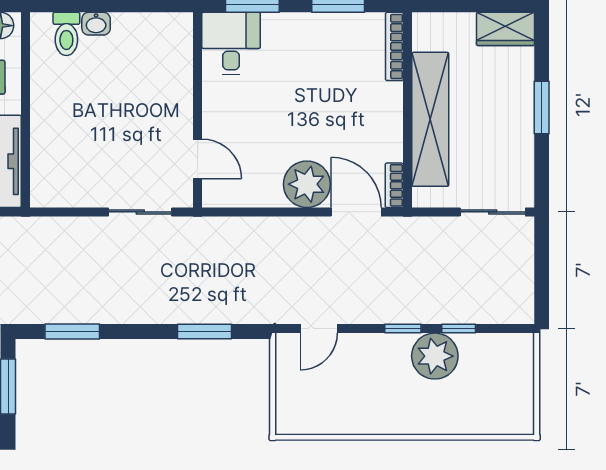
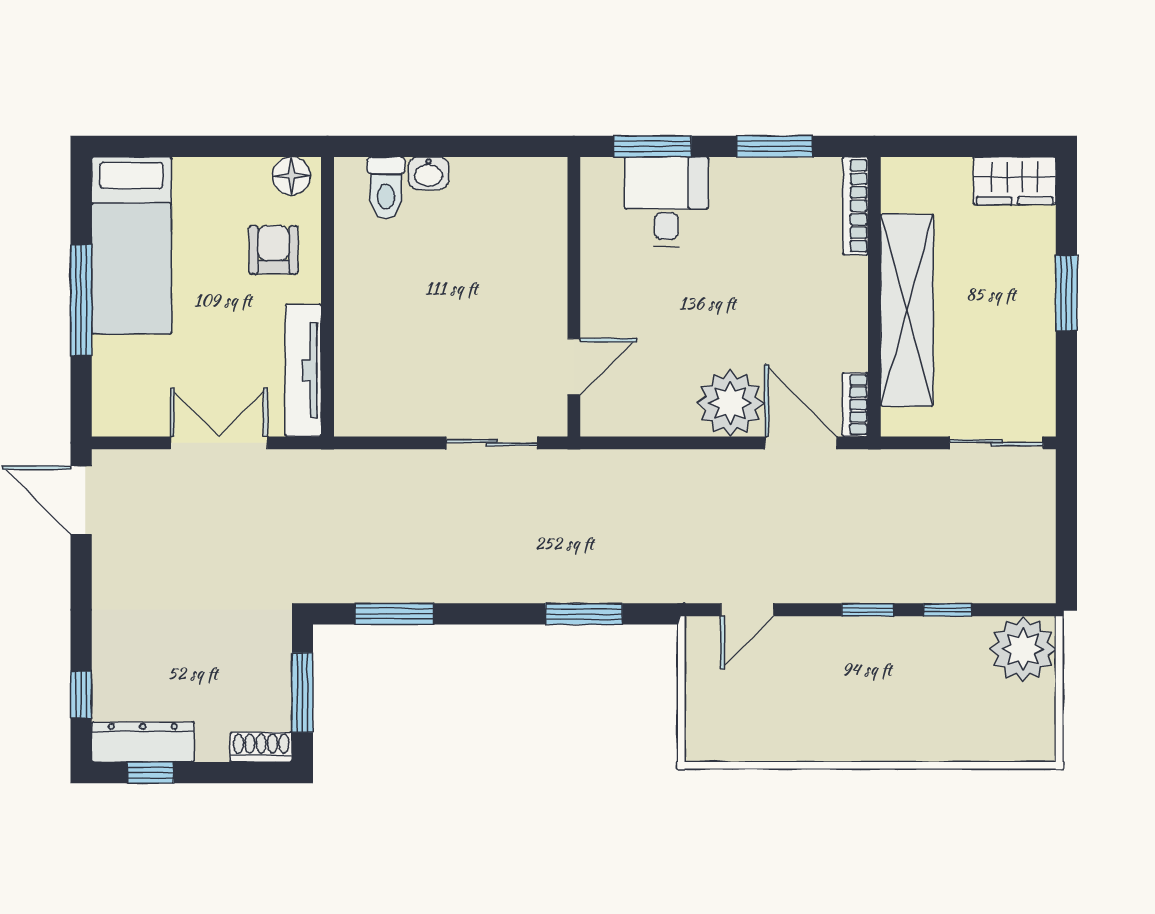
desk: (231, 44) -> (666, 202), moved
door: (198, 159) -> (574, 367), hinge flipped
plant: (435, 356) -> (1023, 649), moved

